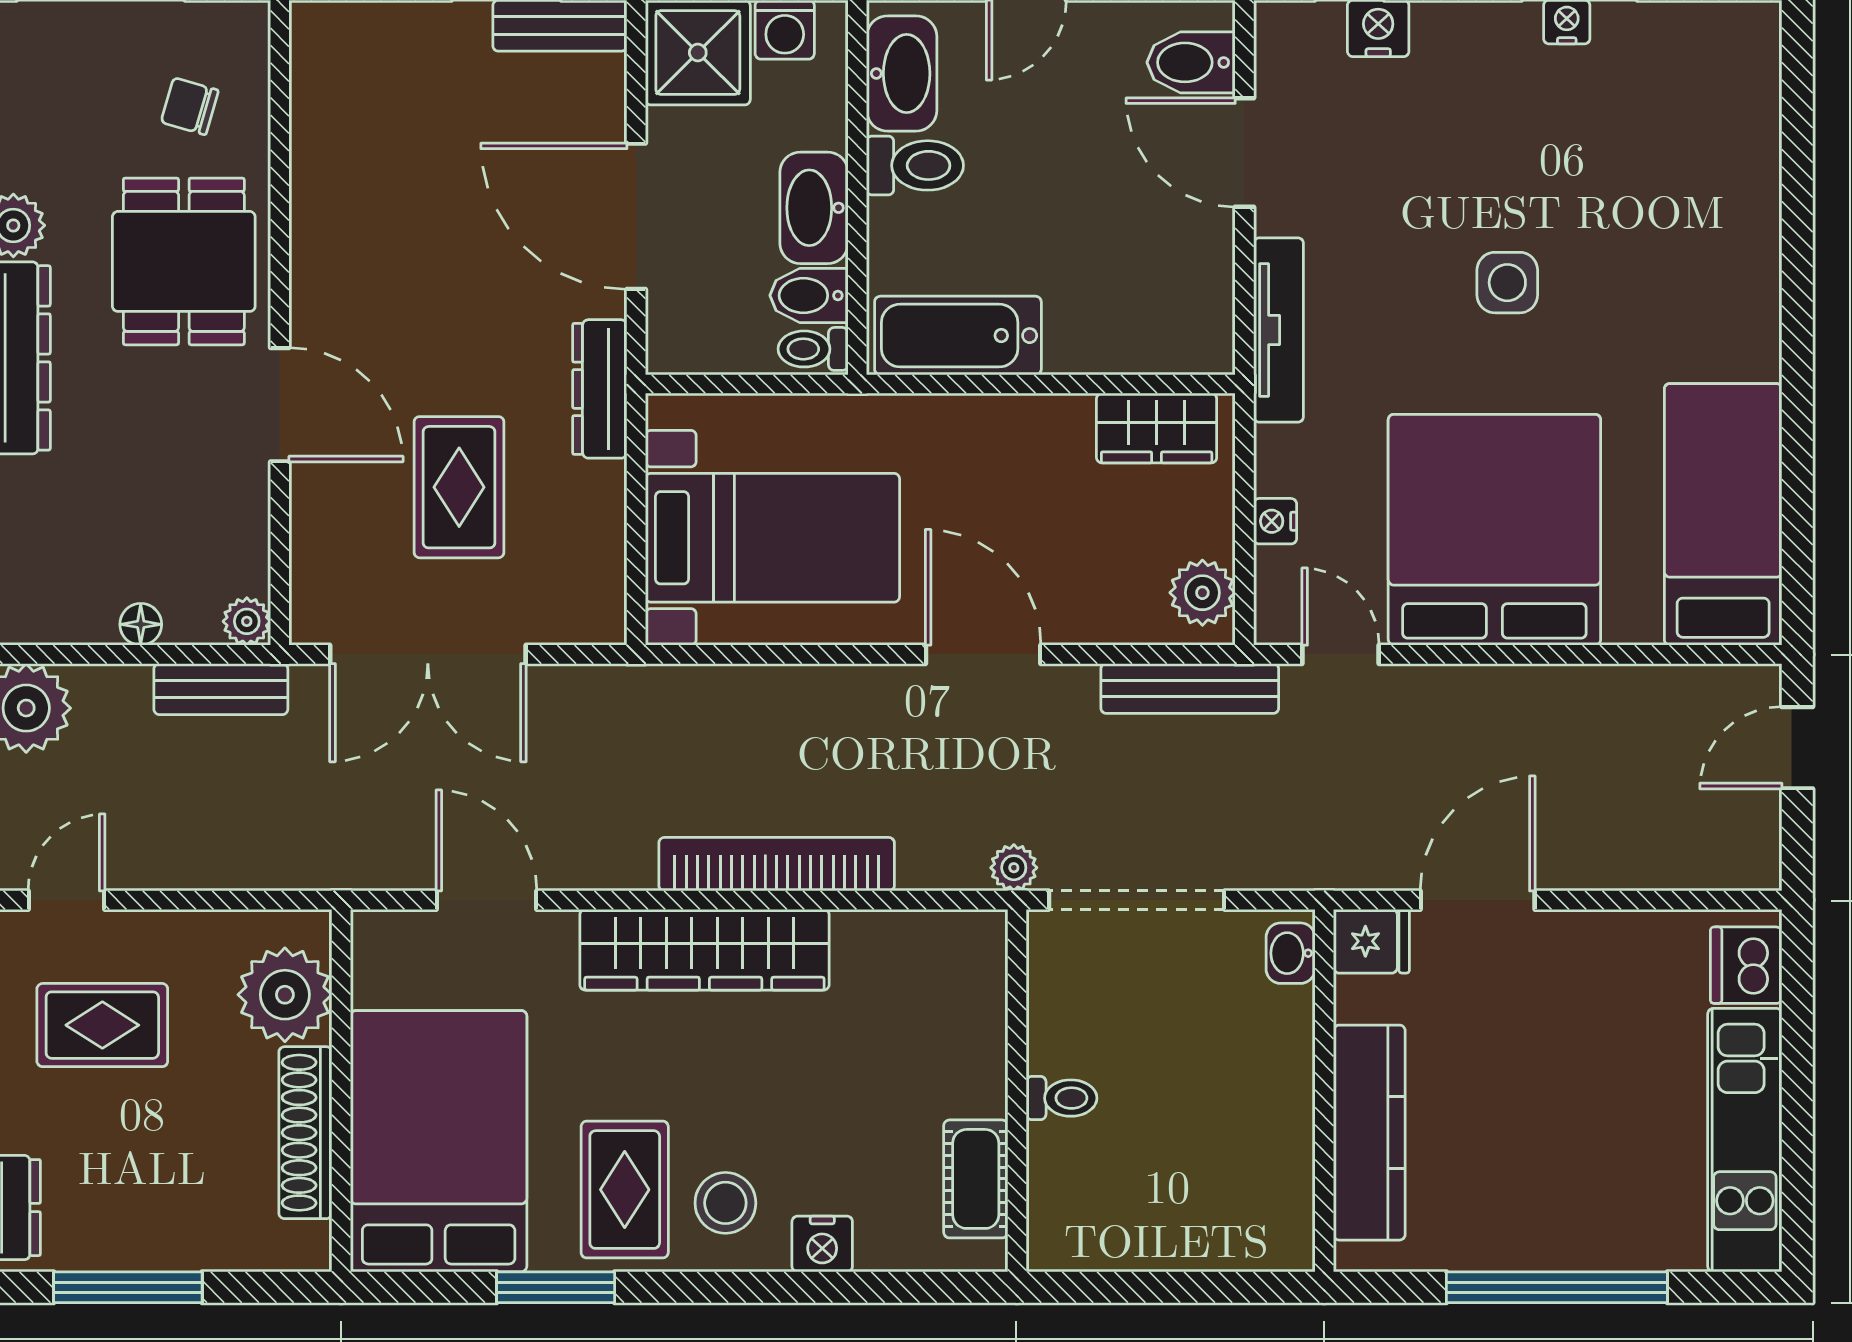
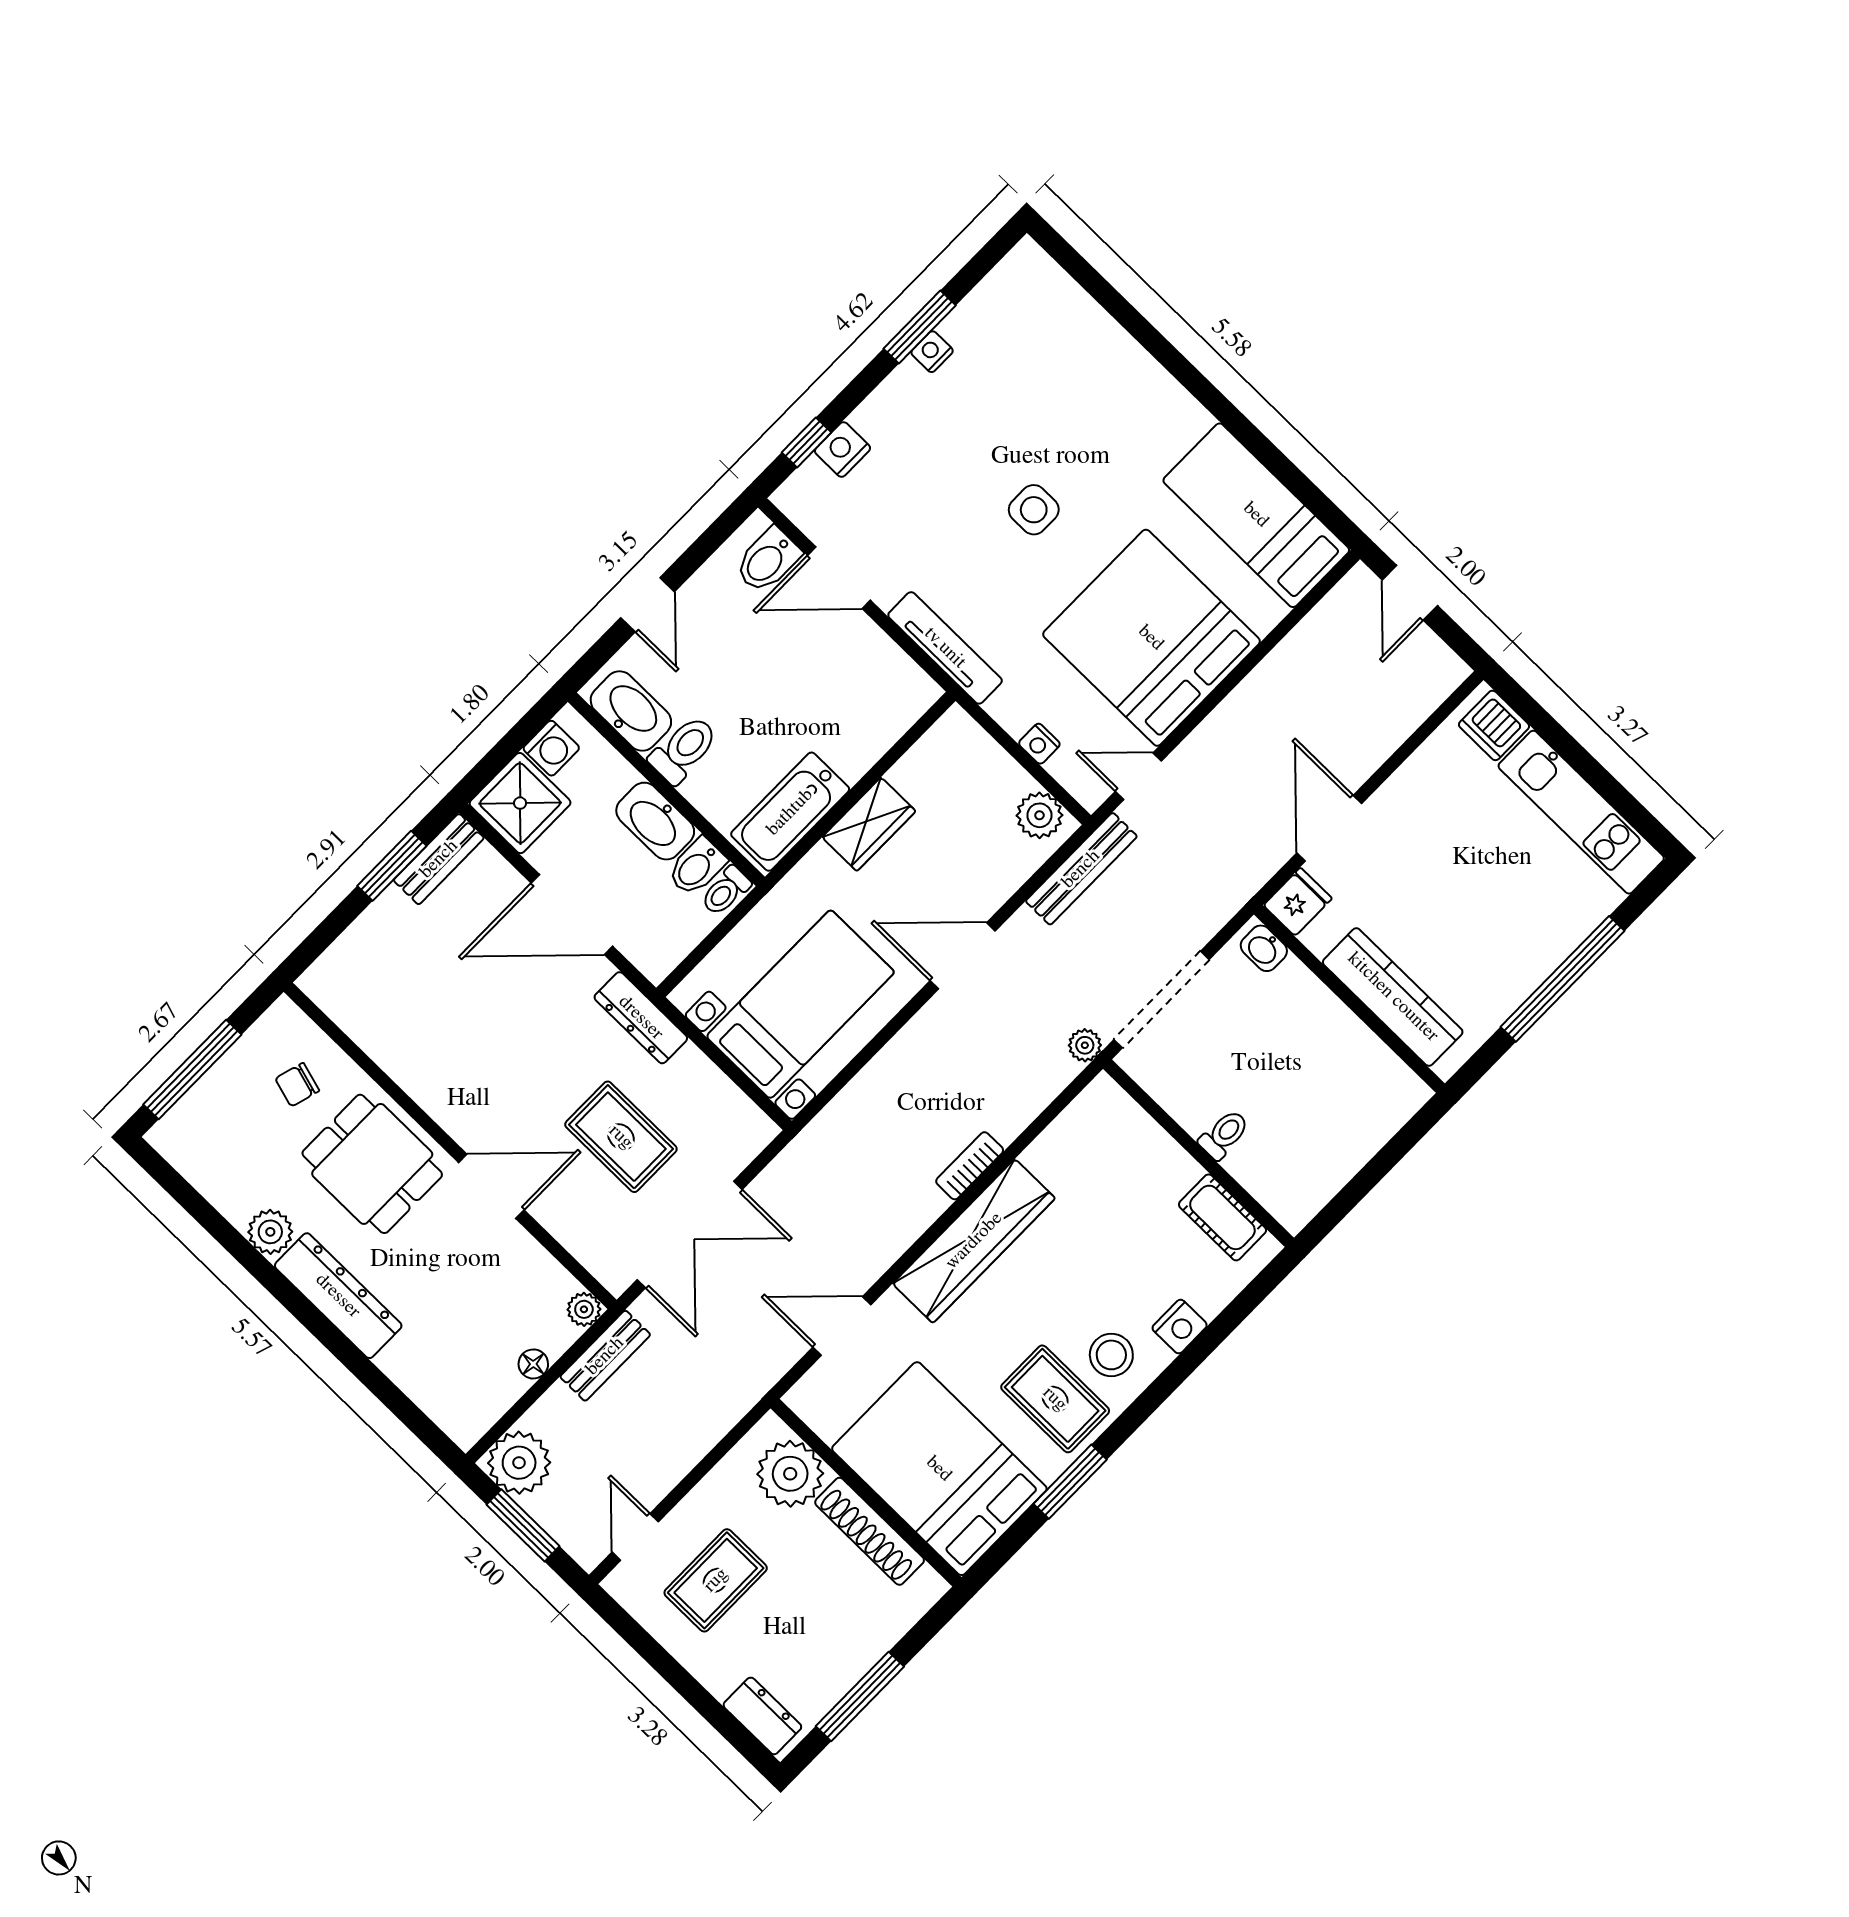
wardrobe: (1157, 428) -> (869, 824), moved
bookcase: (777, 864) -> (970, 1166), width x0.43, depth x0.76

